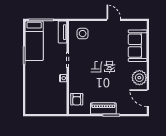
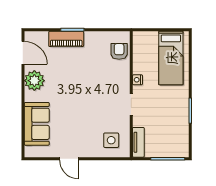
bed: (34, 41) -> (171, 58), moved, turned 180
piano: (103, 108) -> (66, 39), moved

